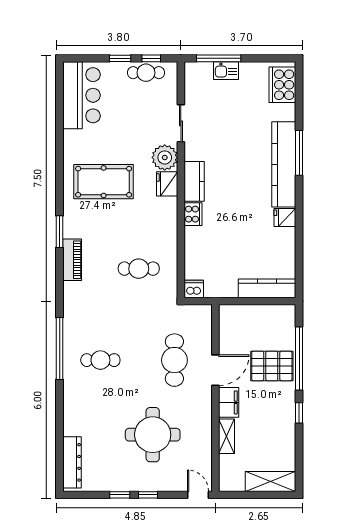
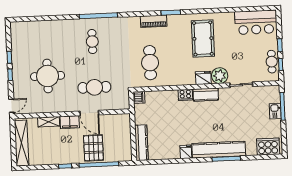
cafe table: (139, 269) -> (150, 63), width x1.37, depth x1.35
dresser: (72, 462) -> (28, 27), removed
shelving: (271, 481) -> (22, 143), width x1.47

